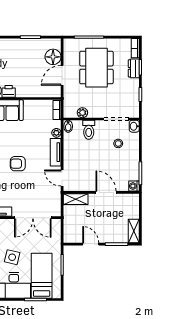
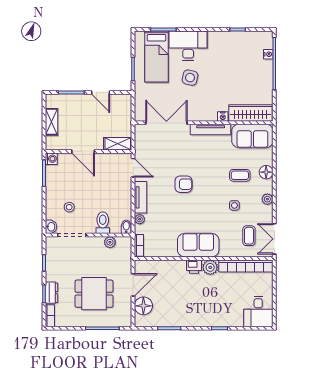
dining table: (96, 68) -> (94, 294), width x0.73
shelving: (134, 231) -> (51, 122), moved

